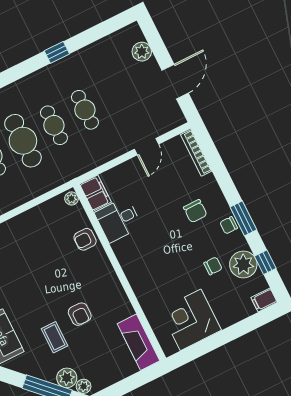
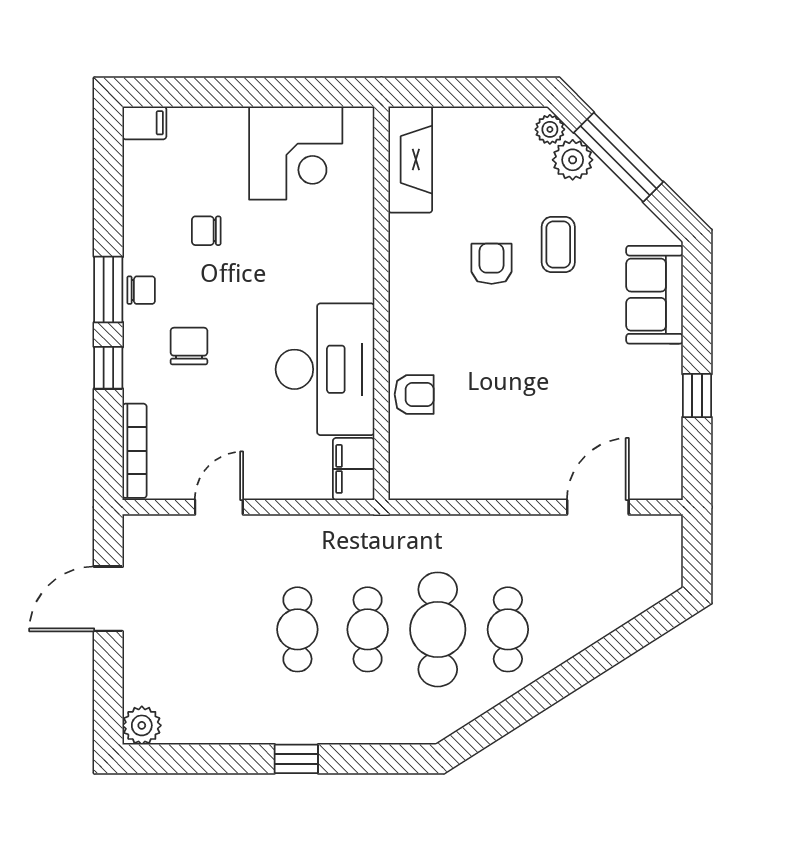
plant: (142, 52) -> (142, 725), moved
plant: (72, 199) -> (402, 481), removed
desk: (118, 220) -> (325, 369), width x1.87, depth x1.30
window: (265, 262) -> (108, 368), moved
plant: (243, 264) -> (150, 206), removed

